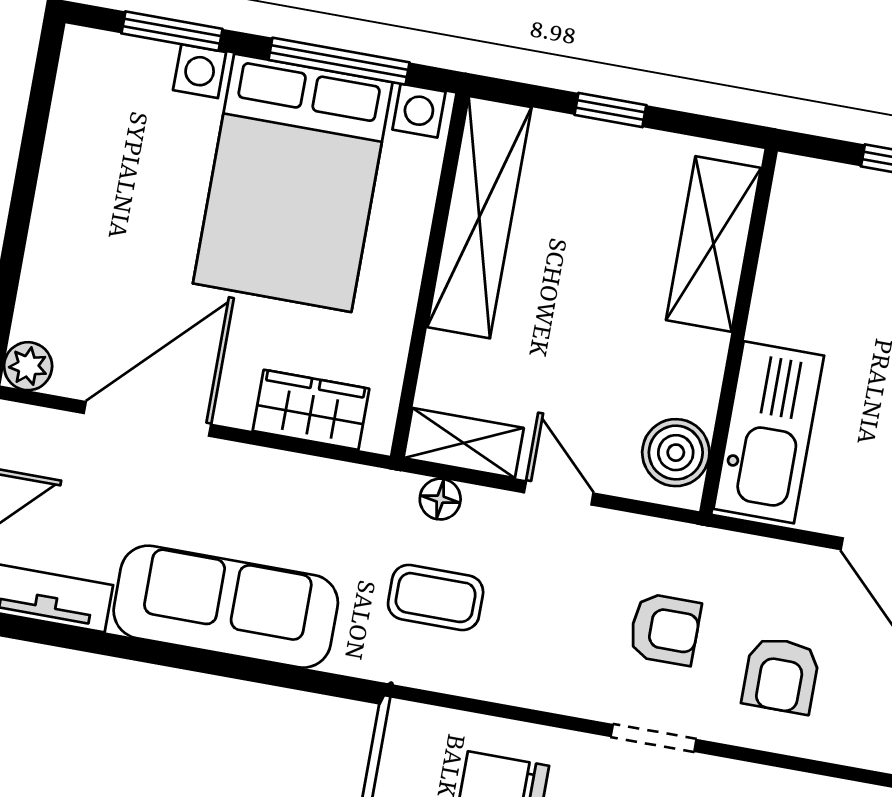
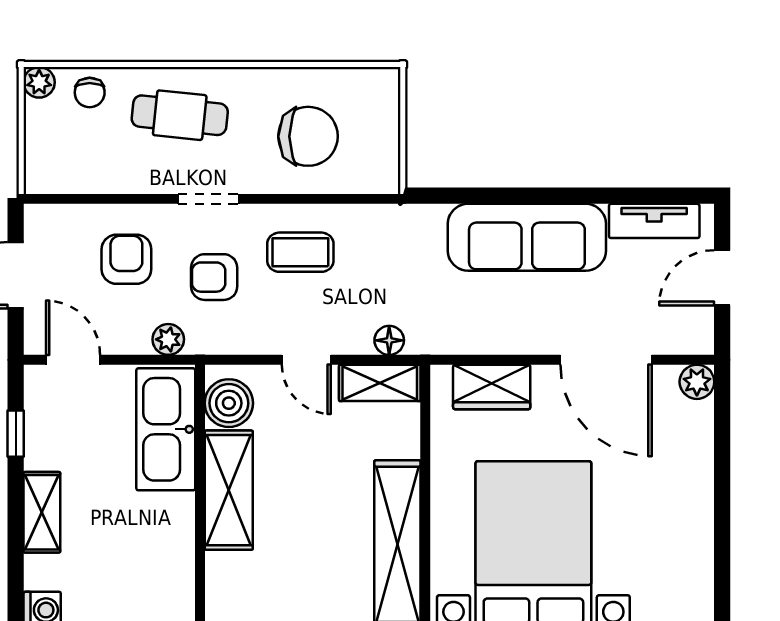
shelving: (714, 244) -> (229, 490), moved
door: (147, 419) -> (606, 360), hinge flipped
plant: (743, 555) -> (168, 339), added
coffee table: (436, 598) -> (300, 252), moved

